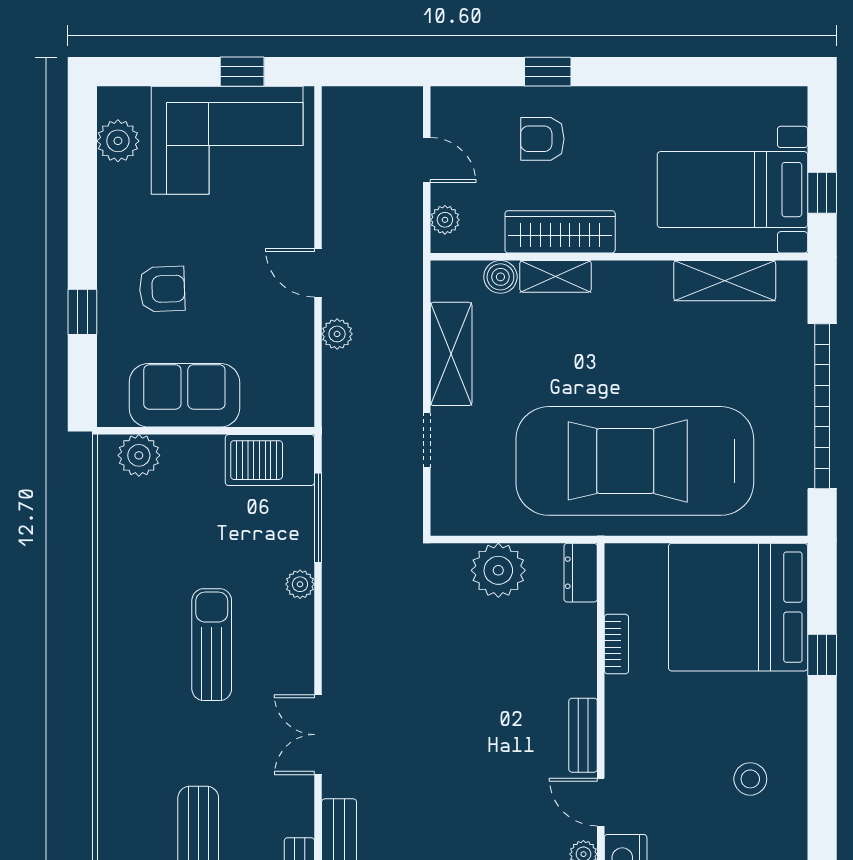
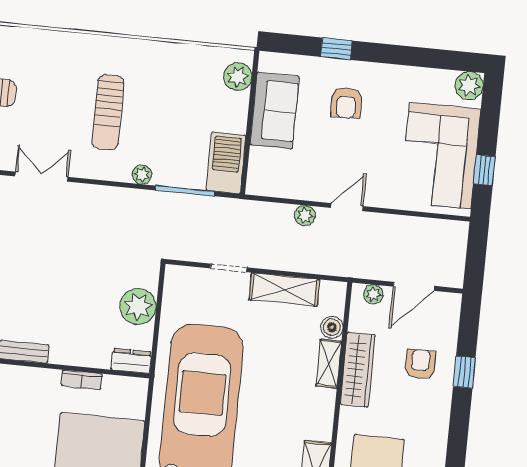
plant: (118, 141) -> (469, 86), moved
door: (427, 160) -> (414, 286), width x1.38
sun lounger: (212, 645) -> (108, 112), turned 90

